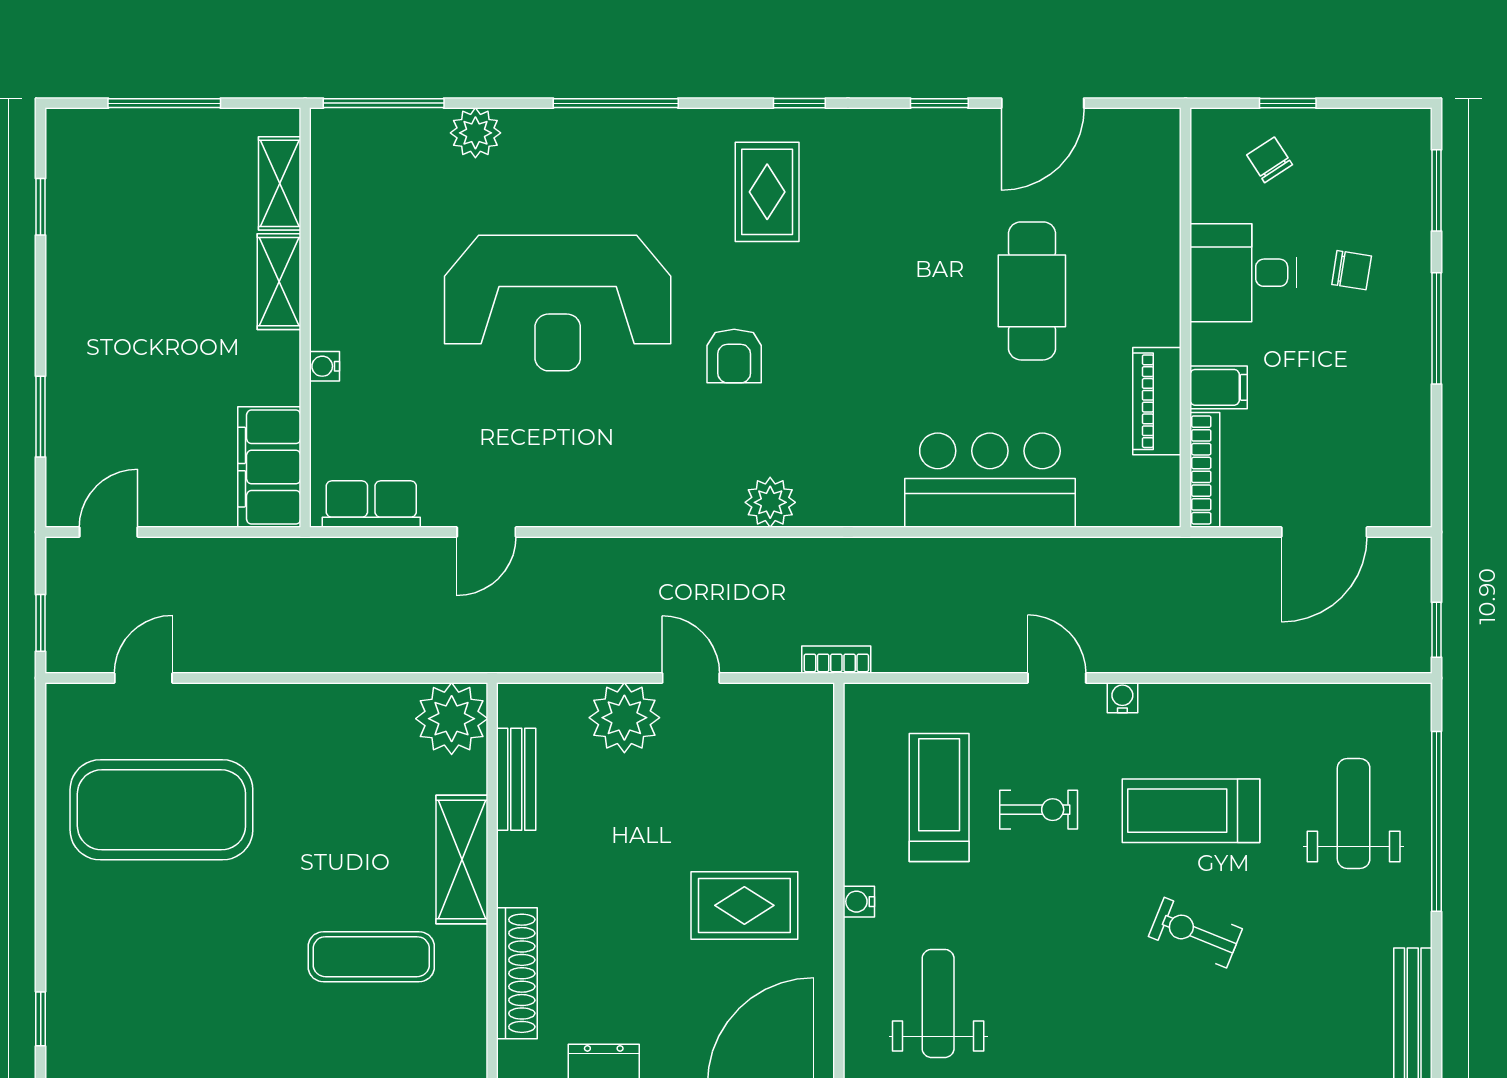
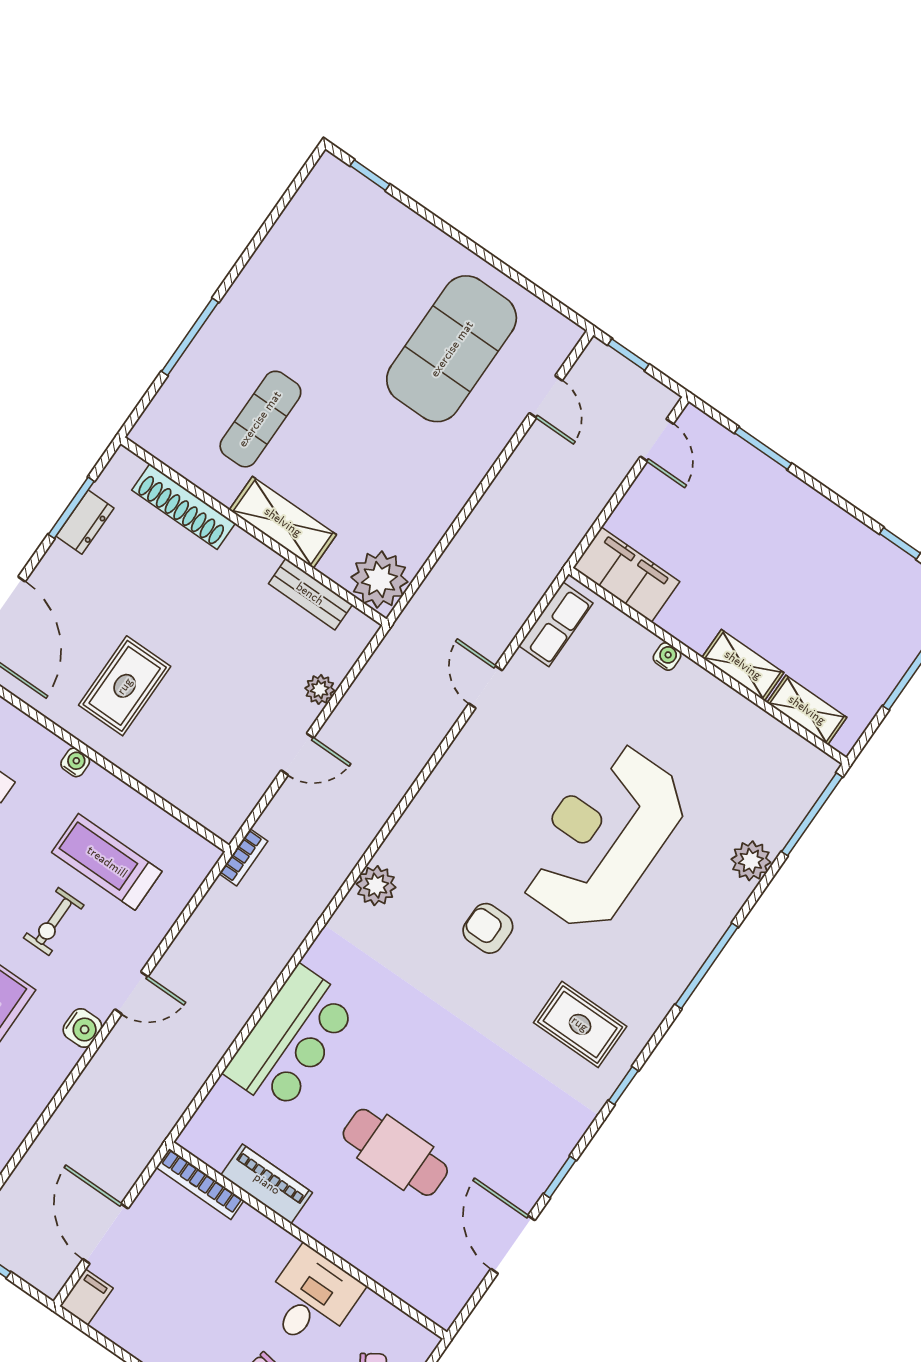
filing cabinet: (1219, 387) -> (86, 1297), moved, turned 180
water cooler: (1122, 698) -> (82, 1028), width x1.38, depth x1.38
plant: (624, 718) -> (320, 689), width x0.53, depth x0.53
treadmill: (939, 798) -> (107, 862), turned 180

